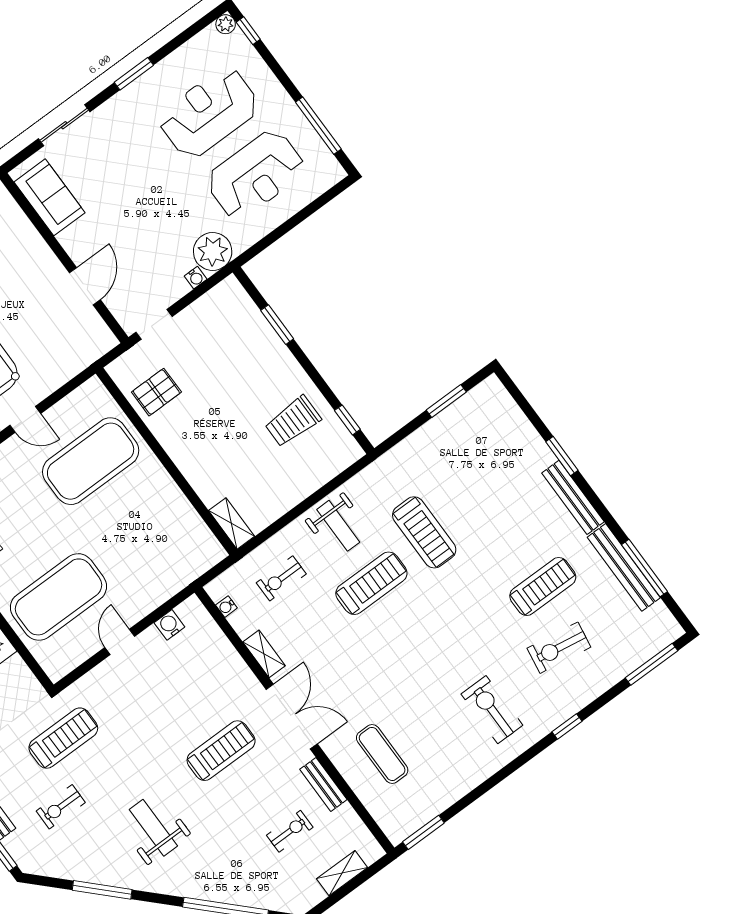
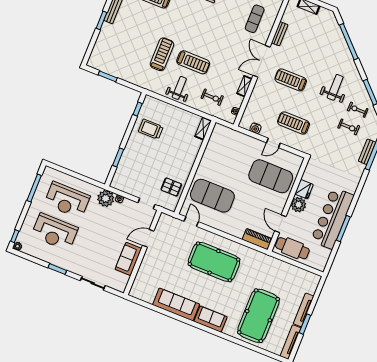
reception desk: (256, 175) -> (67, 200), turned 180
sofa: (49, 197) -> (128, 259), moved
door: (25, 419) -> (191, 222), moved
trolley: (293, 421) -> (151, 129), turned 180
treadmill: (371, 583) -> (193, 62), turned 180
treadmill: (63, 738) -> (293, 123), moved
weight bench: (153, 828) -> (335, 87), turned 180
exercise bike: (290, 831) -> (358, 110), moved

